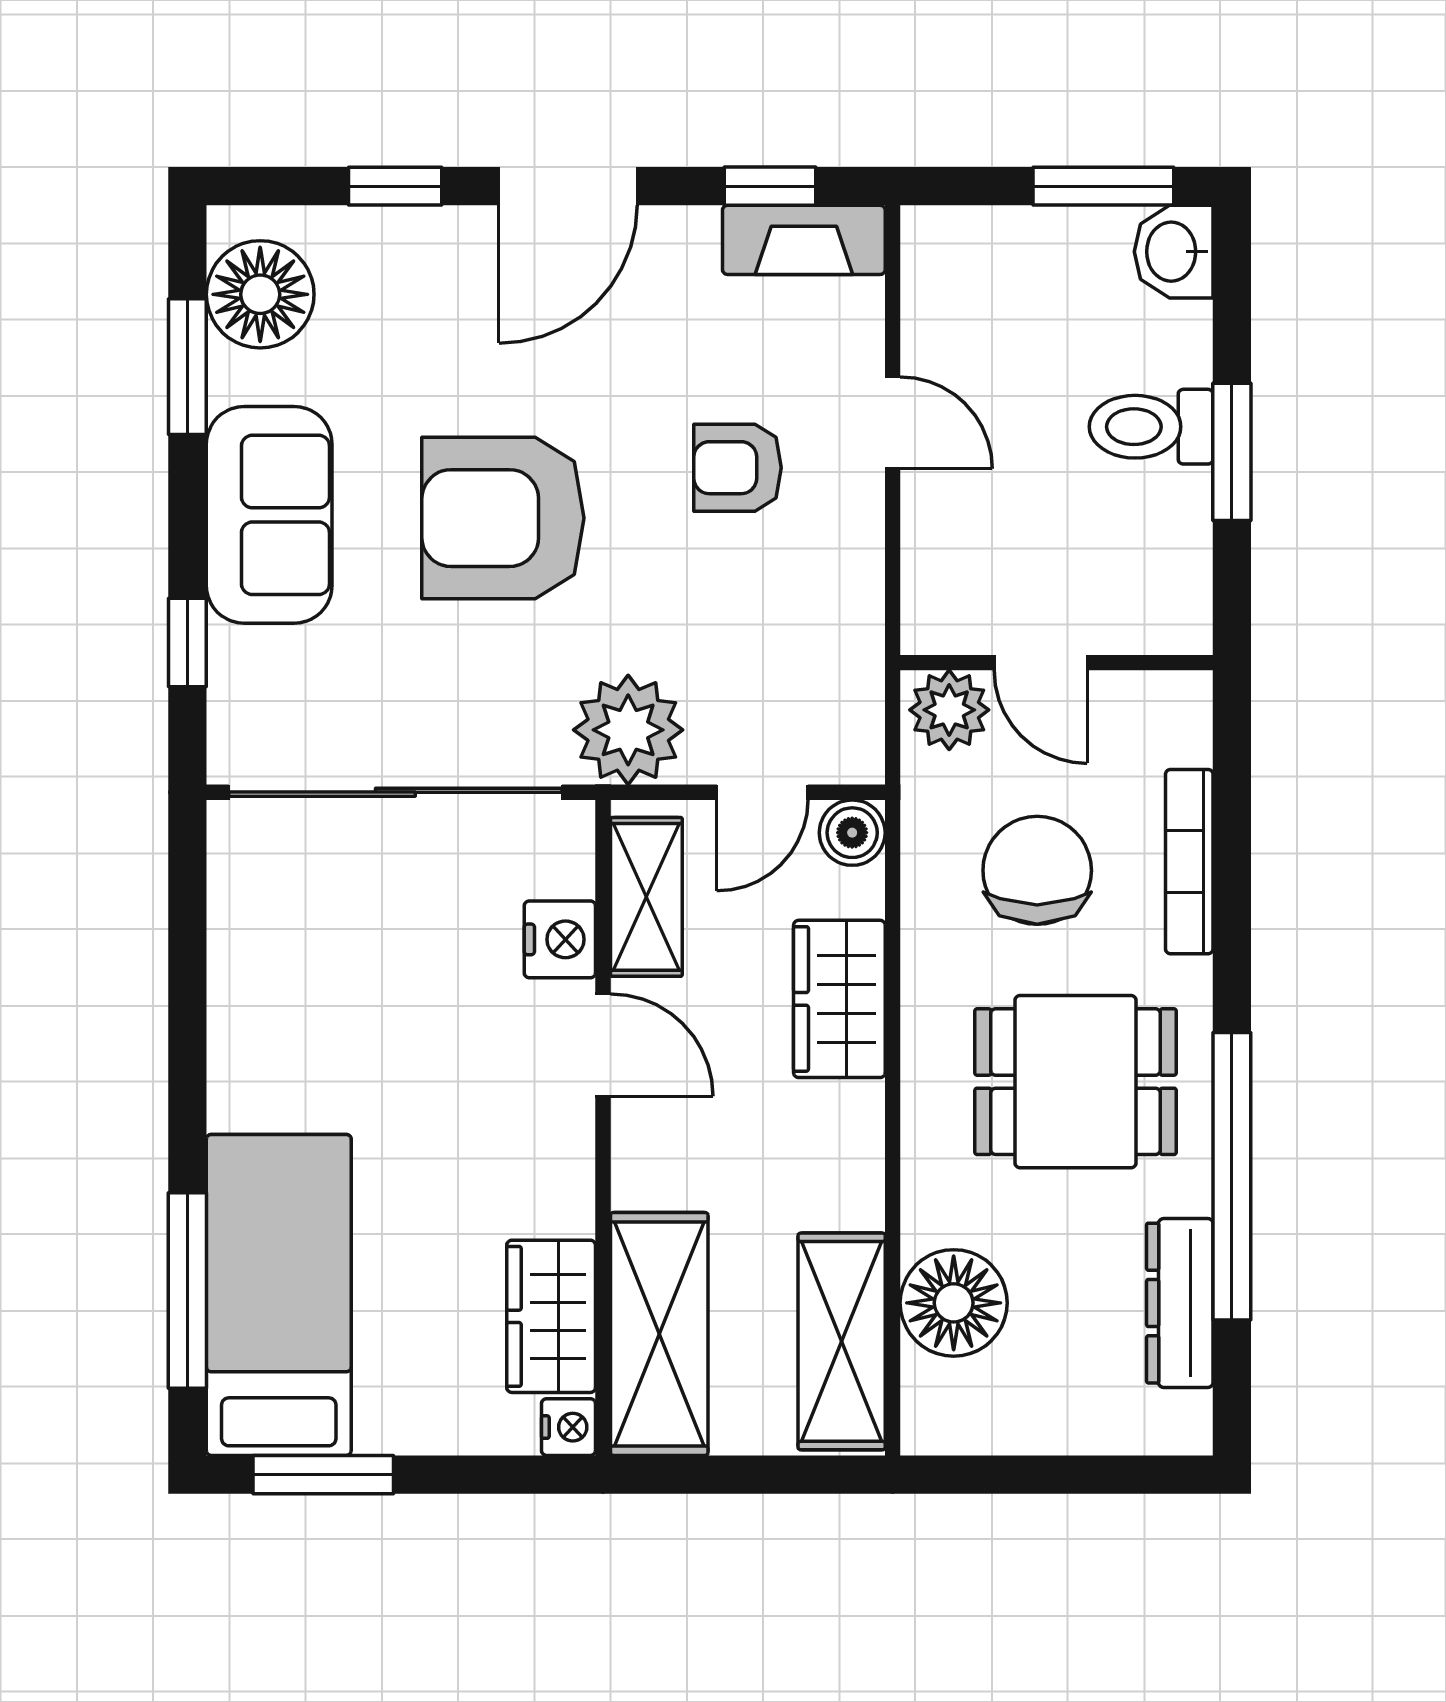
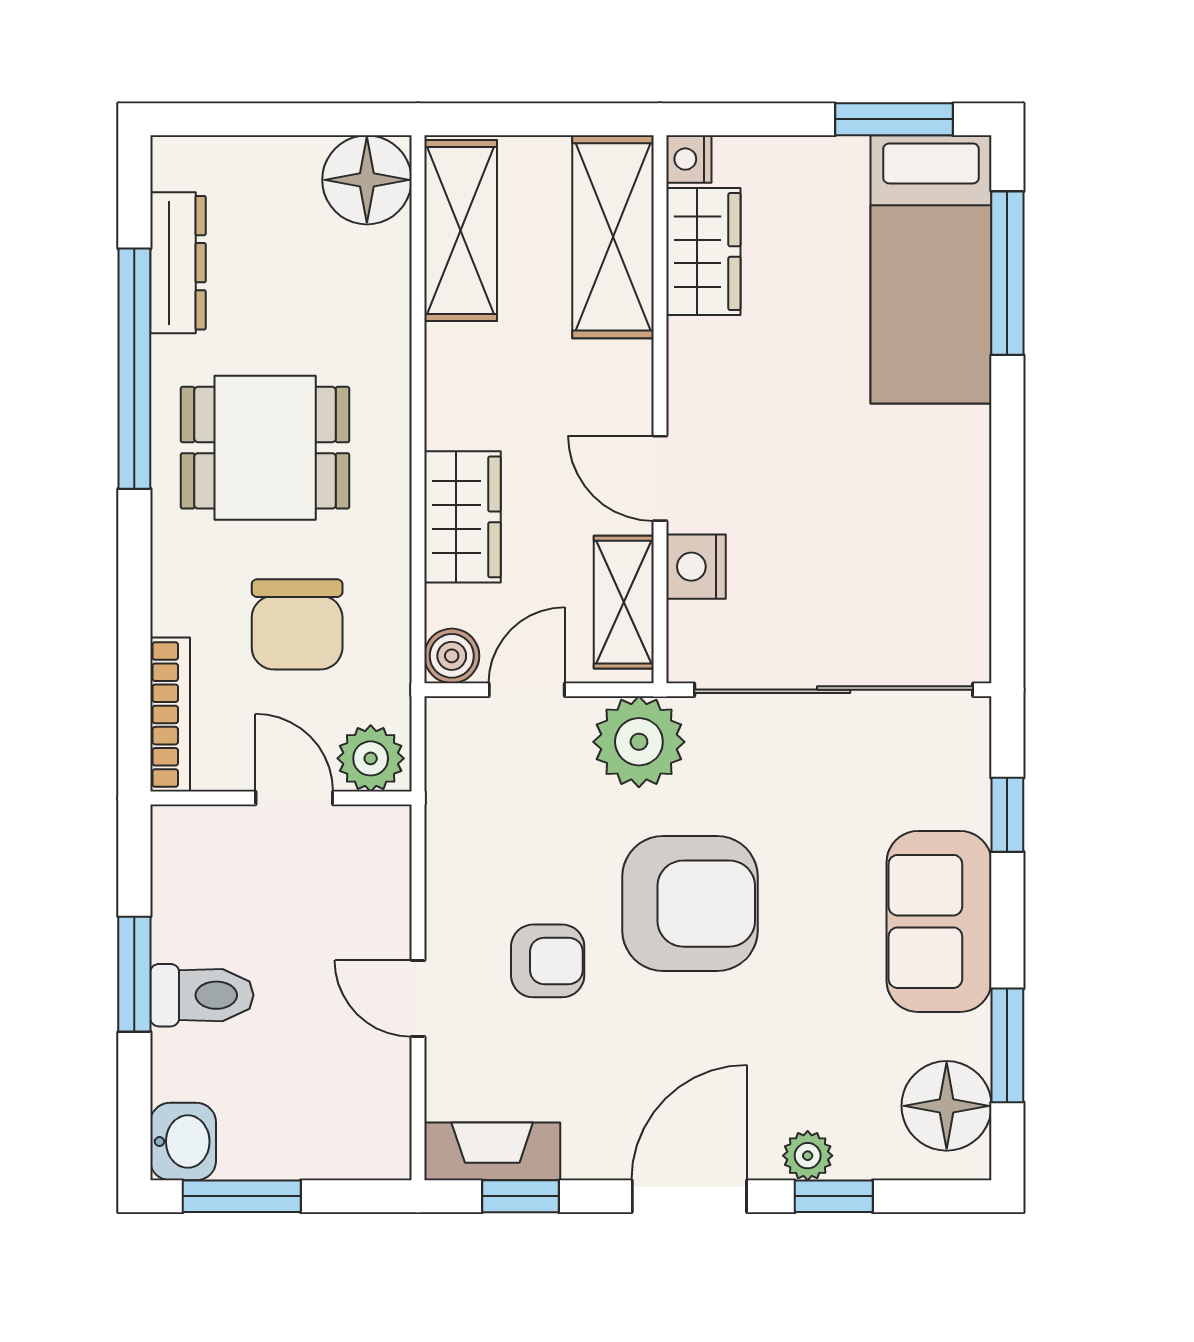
plant: (426, 235) -> (808, 1156), added
armchair: (503, 518) -> (690, 904), moved
bookcase: (1189, 862) -> (170, 714), moved
floor lamp: (954, 1303) -> (367, 180), moved

